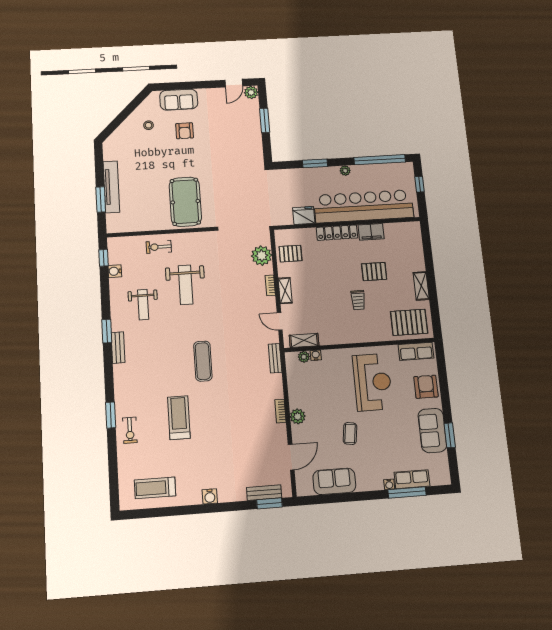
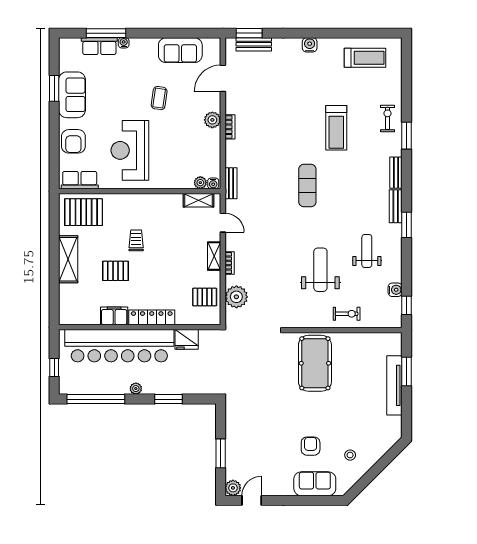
shelving: (421, 286) -> (68, 259), width x1.50, depth x1.33
water cooler: (316, 355) -> (213, 183), moved
bench: (119, 379) -> (396, 173), added

